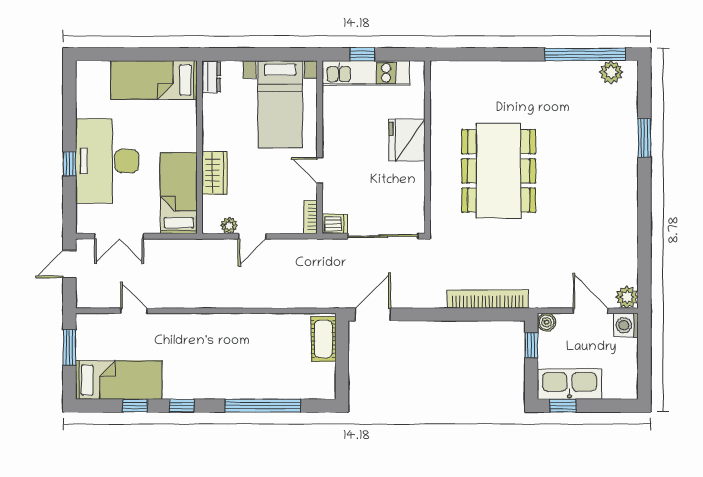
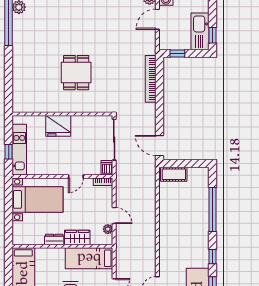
dresser: (211, 77) -> (54, 239), moved
dining table: (499, 171) -> (76, 73), width x0.53, depth x0.80
boiler: (546, 322) -> (164, 45), removed

